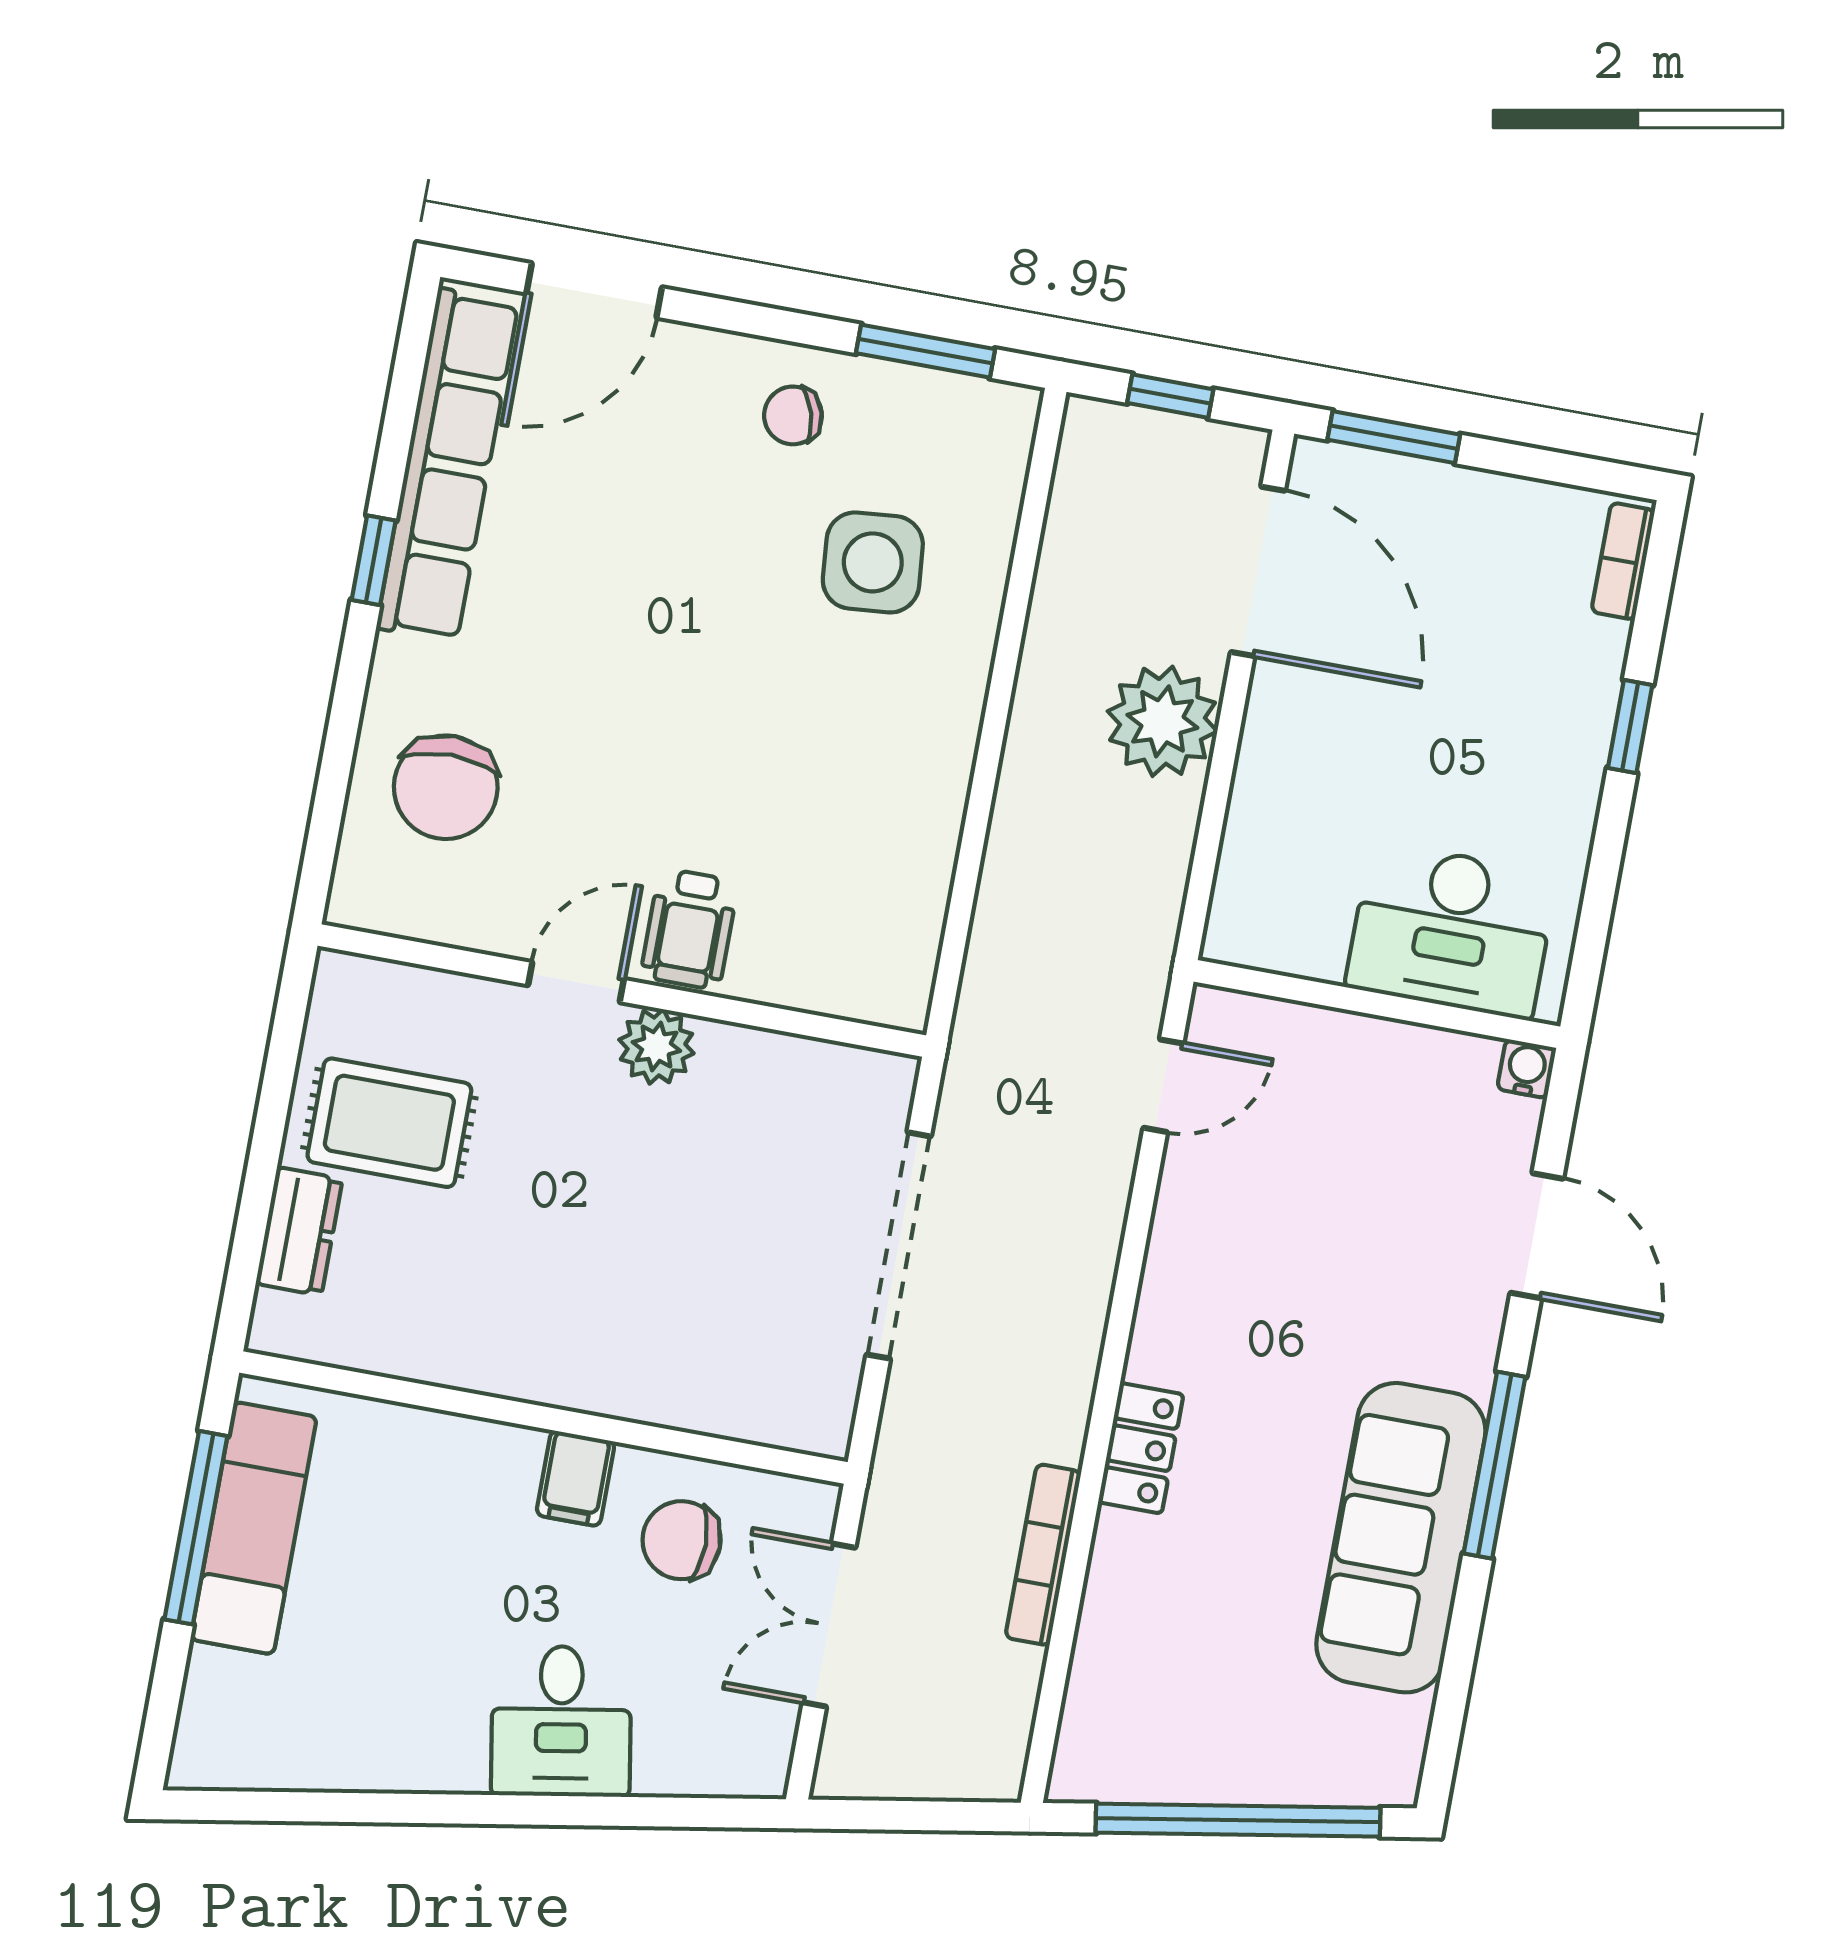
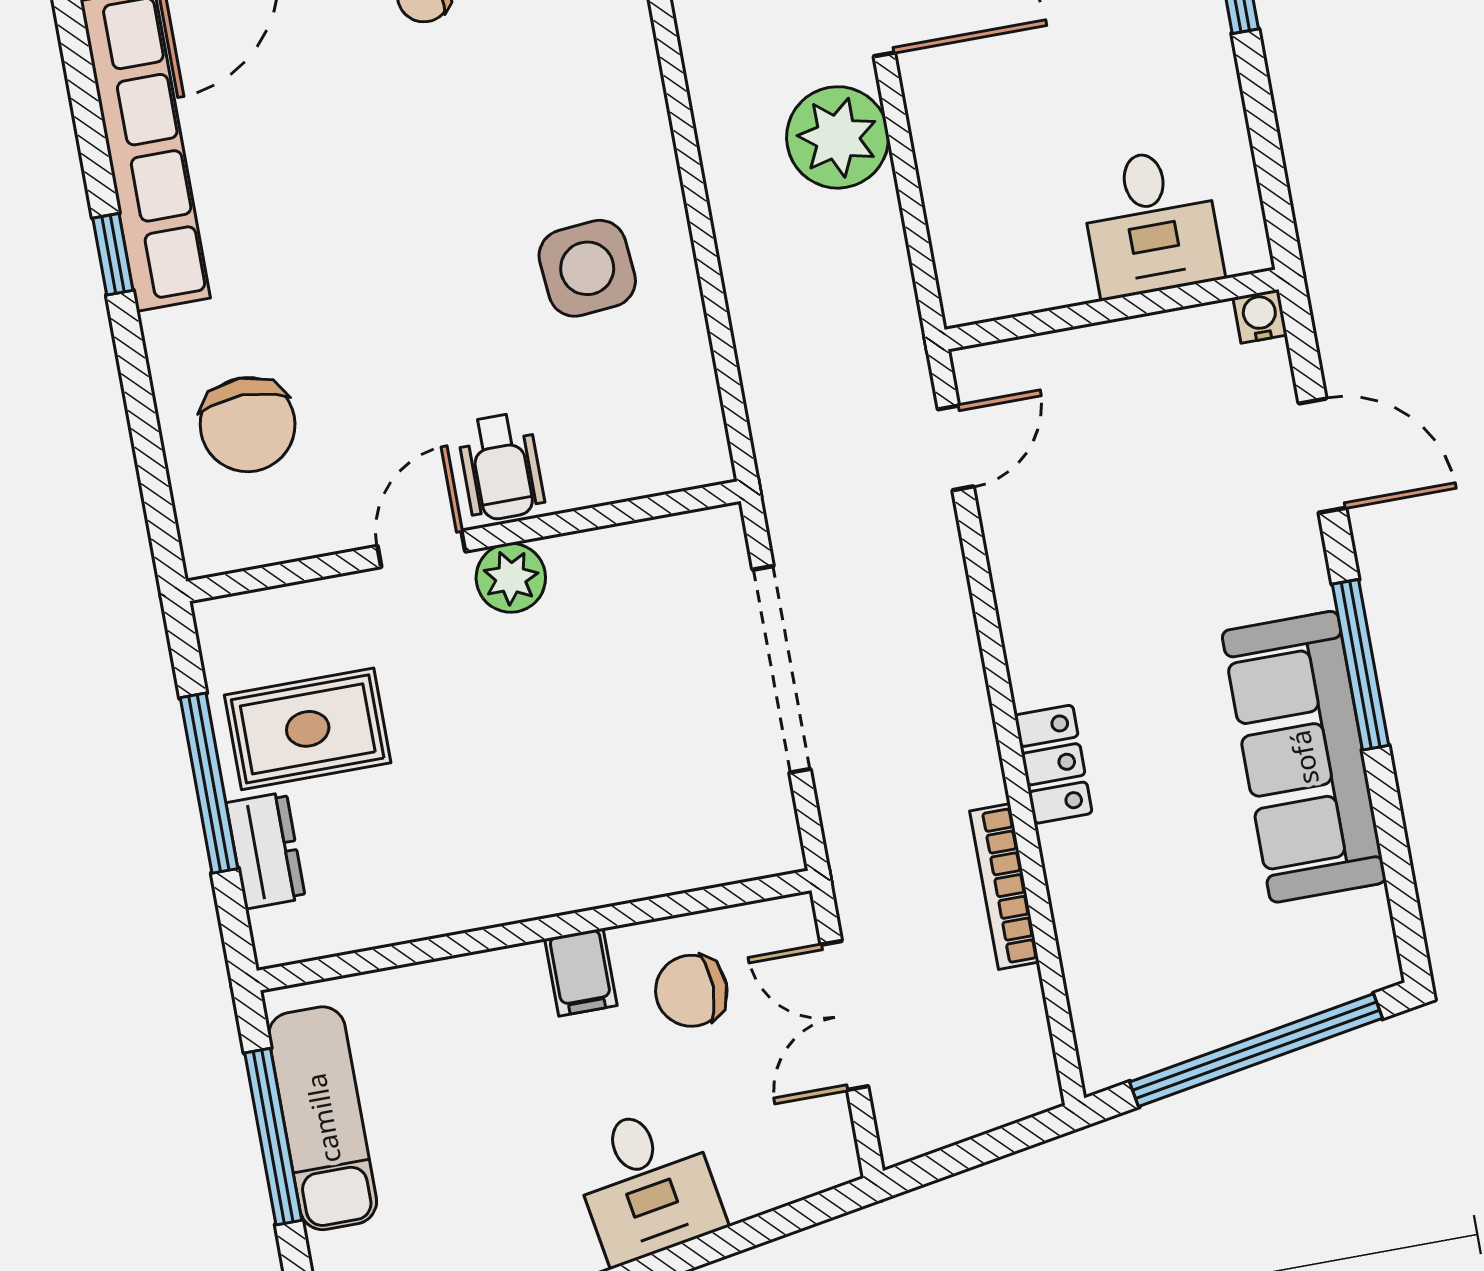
side table: (873, 562) -> (587, 268), moved
desk: (1451, 930) -> (1151, 223), width x0.73
window: (267, 1140) -> (209, 783), added

